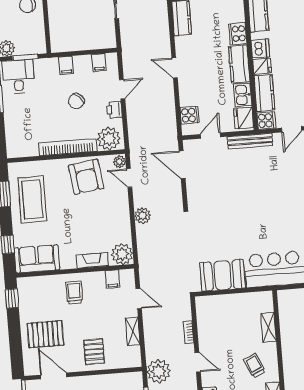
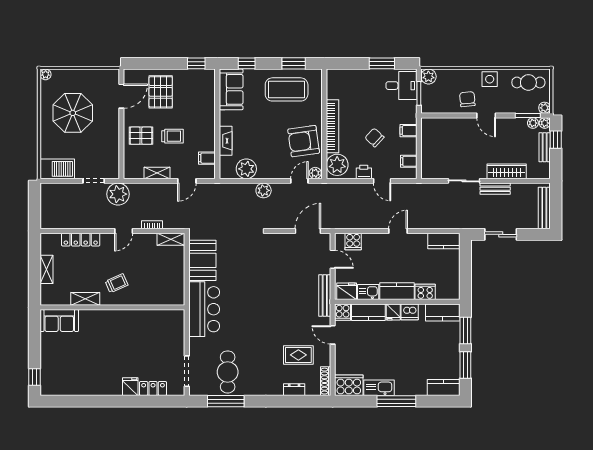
plant: (122, 254) -> (246, 169), moved
trolley: (74, 292) -> (172, 136), moved
shelving: (269, 327) -> (171, 239), moved

